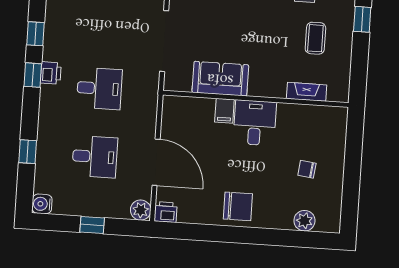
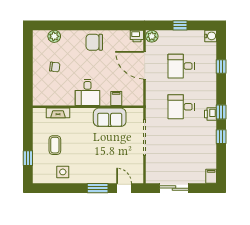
filing cabinet: (224, 111) -> (116, 98), moved

